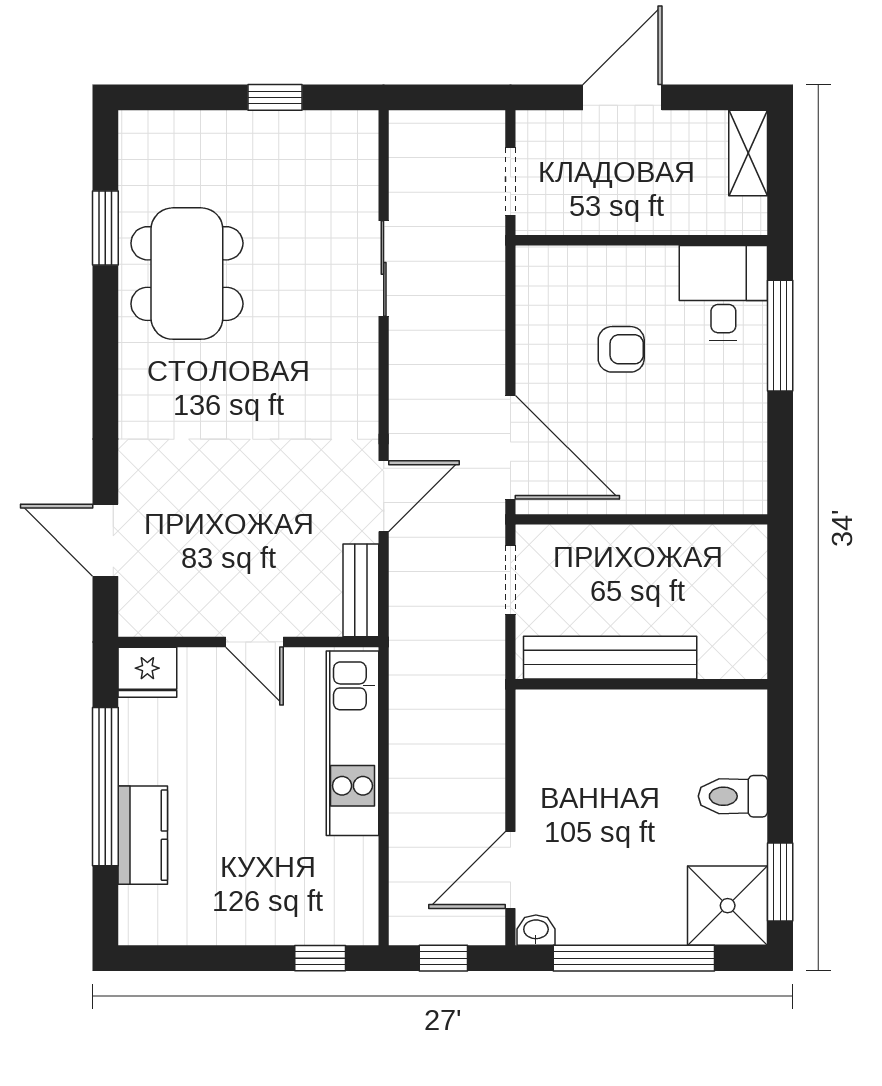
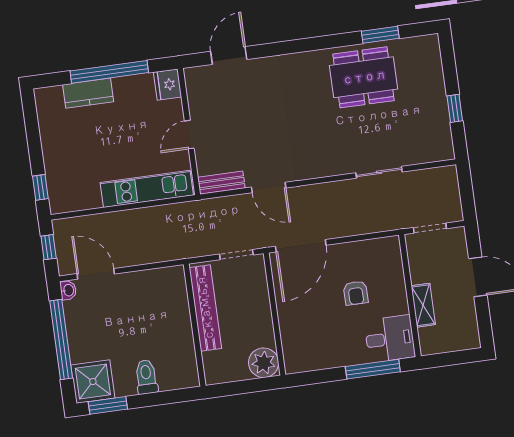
shelving: (748, 153) -> (423, 305), moved, turned 90
plant: (737, 555) -> (264, 363), added

